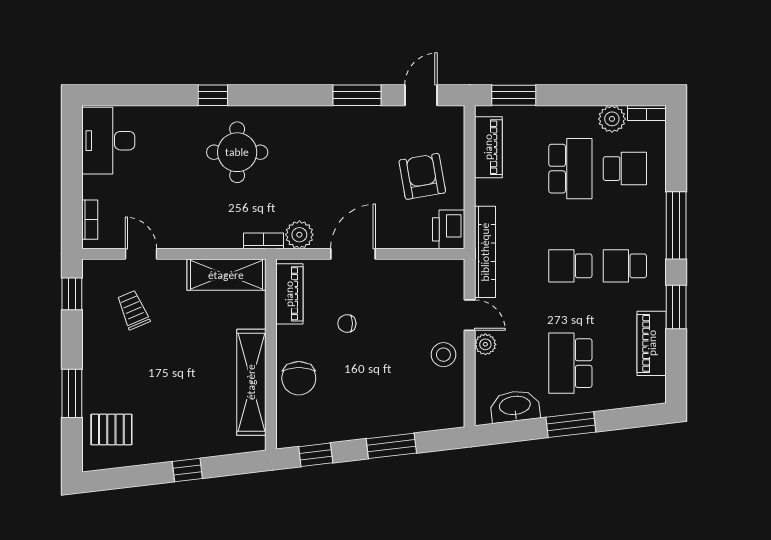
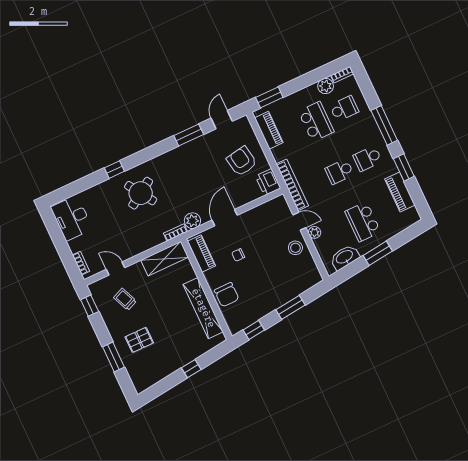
round table: (237, 152) -> (141, 193), turned -33
pallet: (111, 429) -> (139, 340), moved

